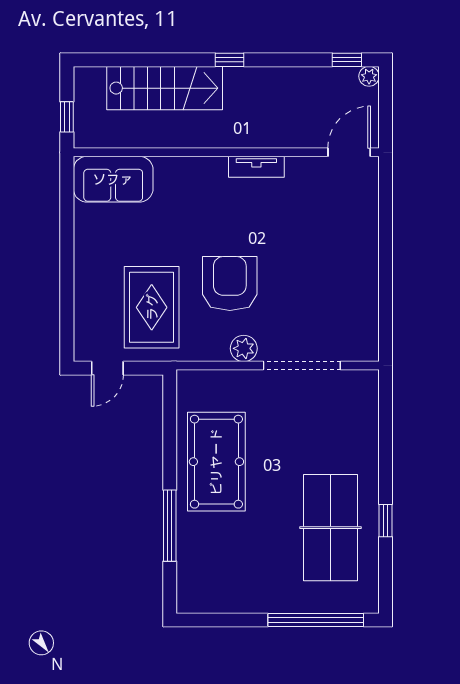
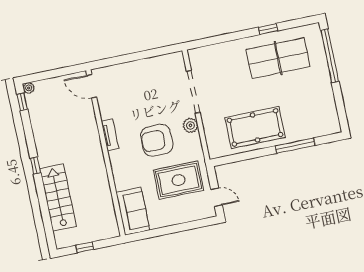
wall: (226, 152) -> (106, 153), moved
door: (349, 152) -> (92, 86), moved
tv unit: (256, 167) -> (110, 135), moved
sofa: (113, 179) -> (133, 211), moved

